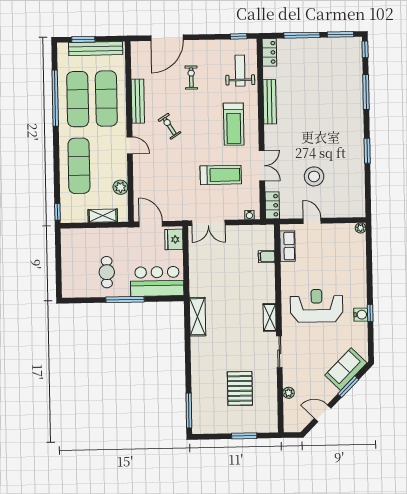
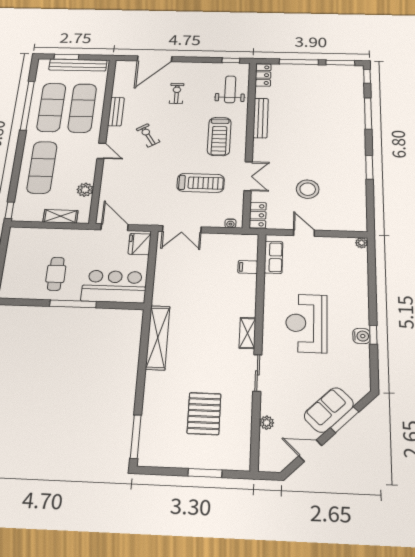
bench: (138, 101) -> (116, 112), width x0.73
reception desk: (317, 306) -> (306, 323), turned -90
shelving: (198, 317) -> (158, 338), width x1.47
sofa: (346, 369) -> (329, 410), moved

